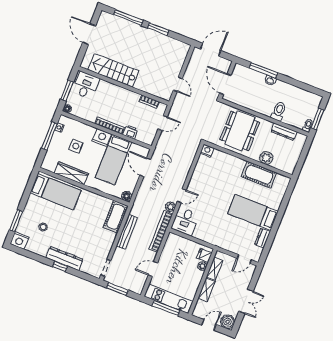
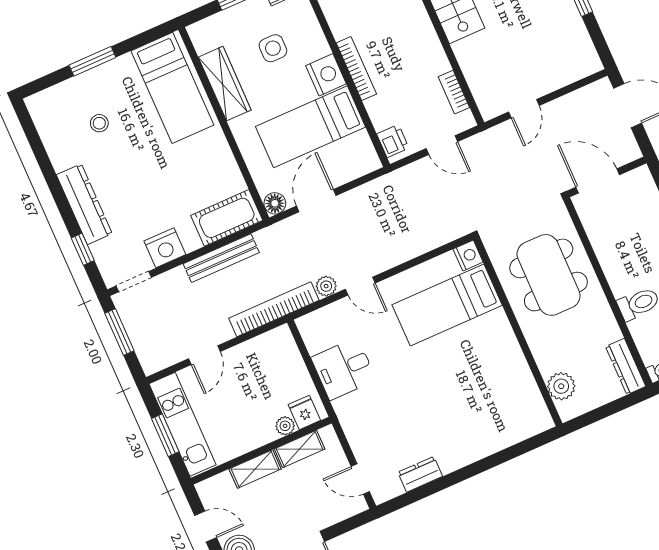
door: (225, 84) -> (598, 181), hinge flipped
dining table: (240, 131) -> (549, 275), turned 90
printer: (130, 132) -> (393, 141), moved
dresser: (284, 132) -> (626, 366), moved
plant: (266, 158) -> (561, 386), moved
door: (145, 167) -> (316, 201), moved
cot: (259, 175) -> (512, 372), removed
bed: (253, 212) -> (447, 305), moved, turned -90
window: (16, 221) -> (92, 61), moved
desk: (185, 221) -> (344, 369), moved
nightstand: (20, 240) -> (165, 248), moved, turned -90
window: (60, 266) -> (83, 249), moved
door: (153, 269) -> (204, 355), swing flipped
window: (166, 308) -> (165, 435), width x0.69

